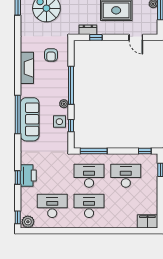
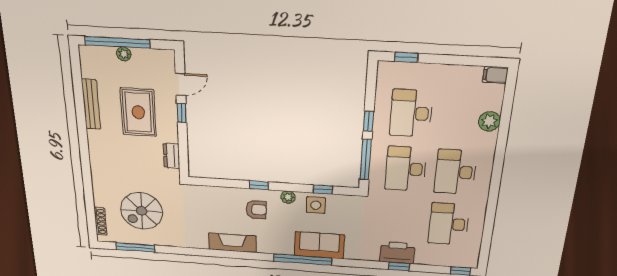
window: (96, 37) -> (182, 113), moved
armchair: (51, 55) -> (256, 210), moved
window: (71, 85) -> (259, 185), width x0.32
sofa: (30, 119) -> (319, 245), width x0.73
window: (145, 151) -> (368, 121), moved
filing cabinet: (147, 221) -> (495, 75), width x0.50
plant: (28, 222) -> (489, 121), moved

